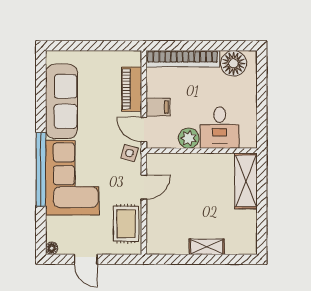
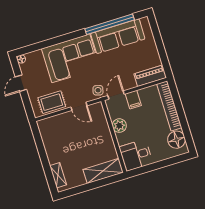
piano: (132, 89) -> (150, 76), moved
desk: (220, 128) -> (136, 155), moved
window: (41, 169) -> (110, 24), moved
shelving: (207, 247) -> (58, 175), moved

